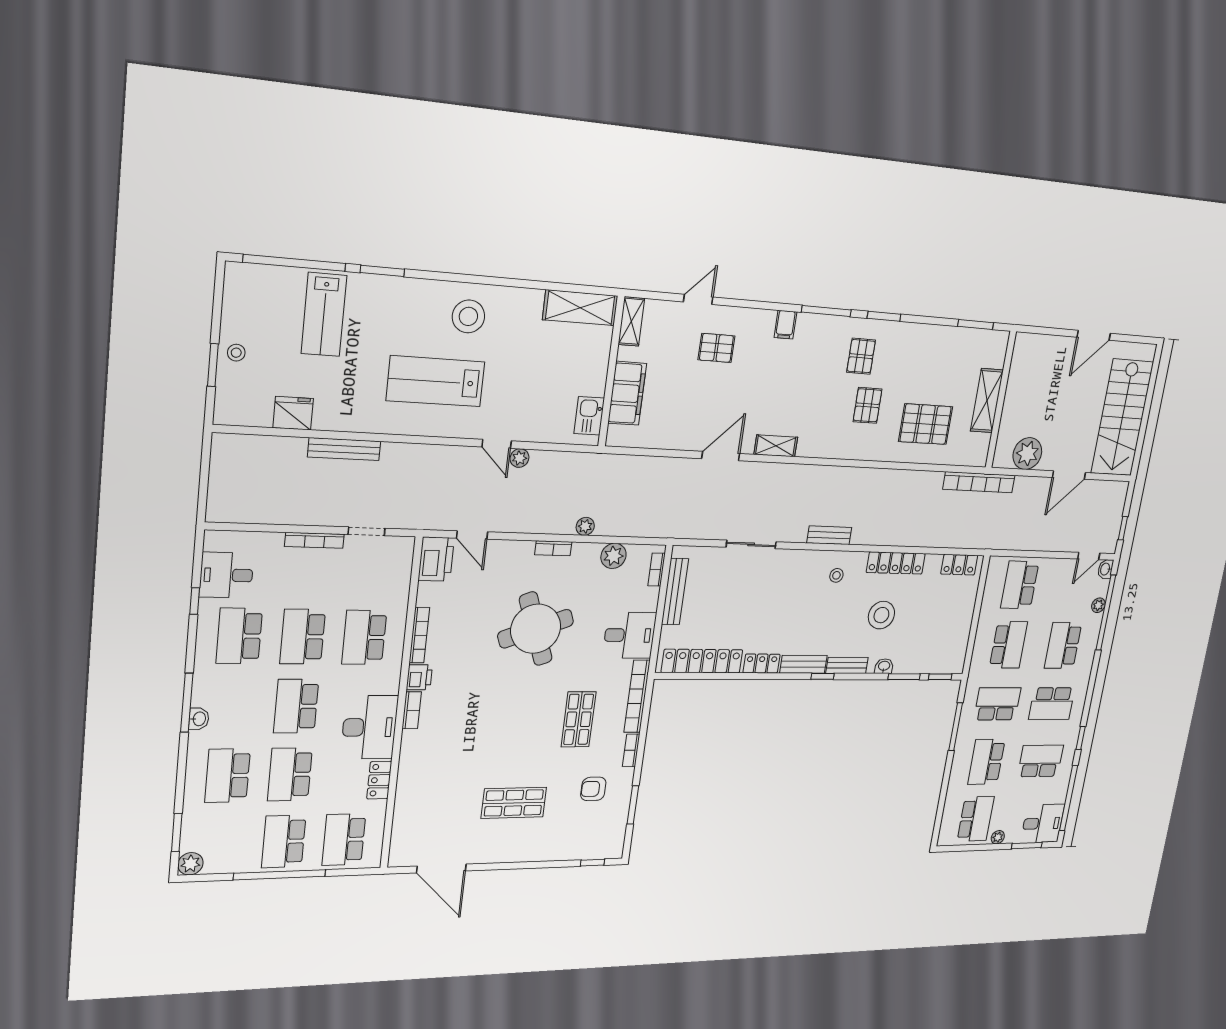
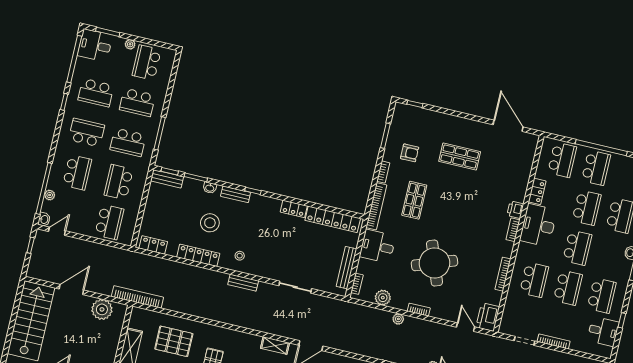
bench: (803, 664) -> (167, 179), moved
printer: (419, 677) -> (515, 210), moved
school desk: (986, 762) -> (137, 102), turned 90

